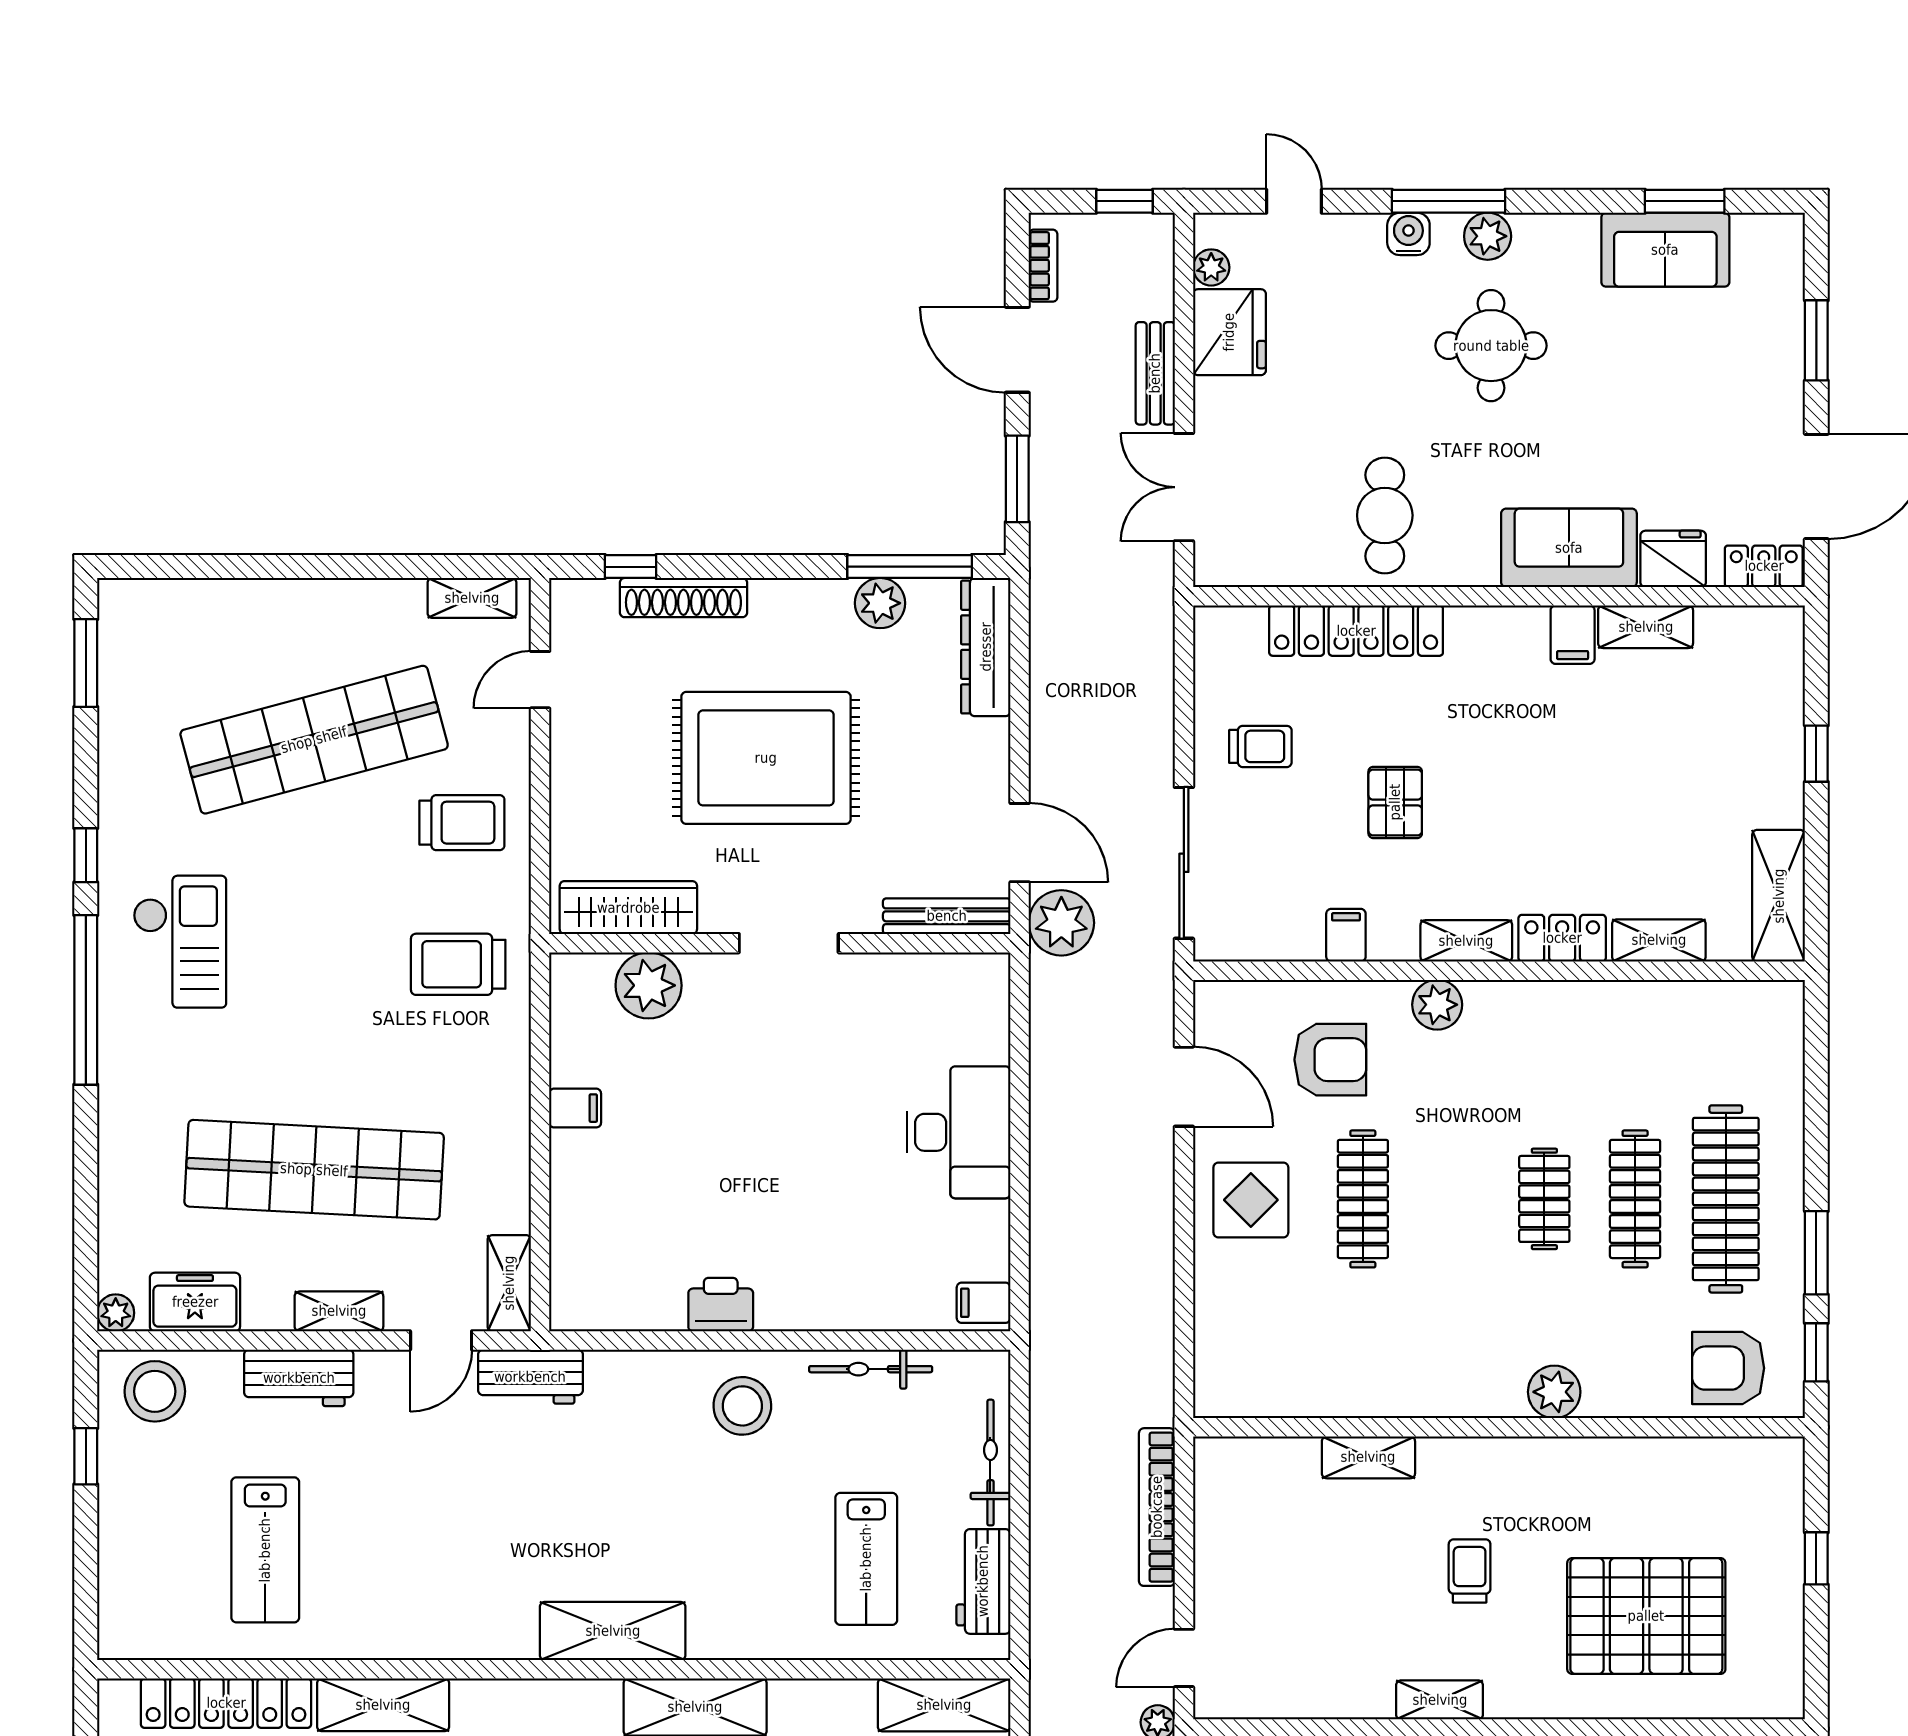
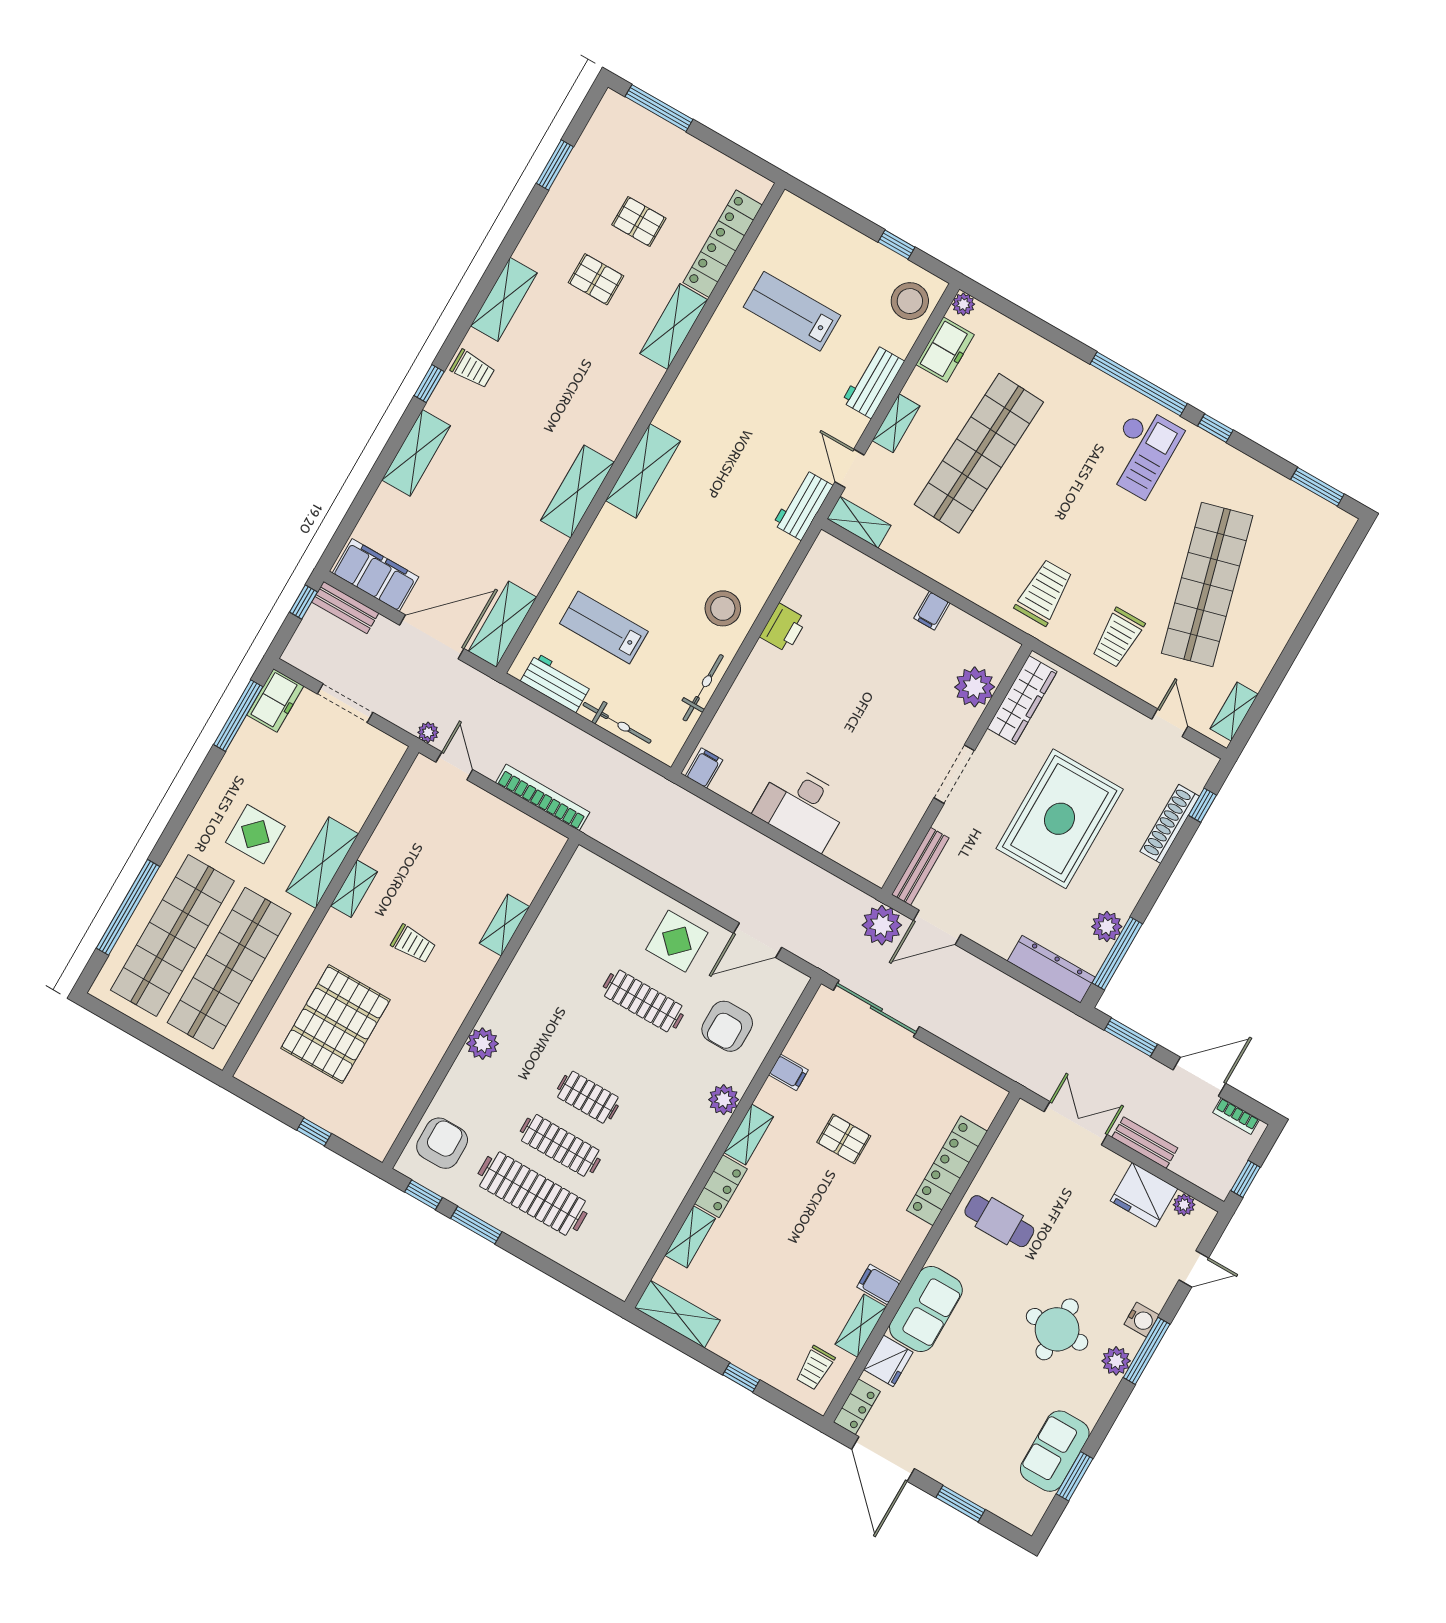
trolley: (1260, 746) -> (815, 1368), moved
checkout: (180, 942) -> (1141, 452), turned -90

